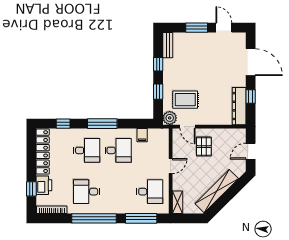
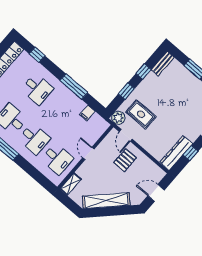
window: (102, 124) -> (74, 87), moved
desk: (118, 150) -> (34, 139), moved
door: (171, 166) -> (88, 153), swing flipped
window: (141, 218) -> (34, 173), removed

